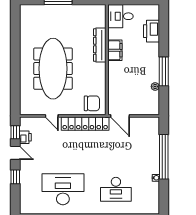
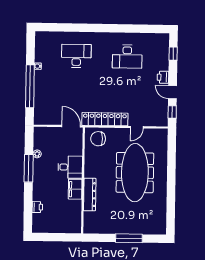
desk: (121, 16) -> (70, 167), moved
printer: (151, 31) -> (37, 207), width x0.53, depth x0.68
door: (52, 116) -> (137, 127), swing flipped
printer: (25, 137) -> (163, 77), moved
window: (15, 177) -> (173, 54), moved
desk: (63, 189) -> (127, 57), width x0.73, depth x0.77

